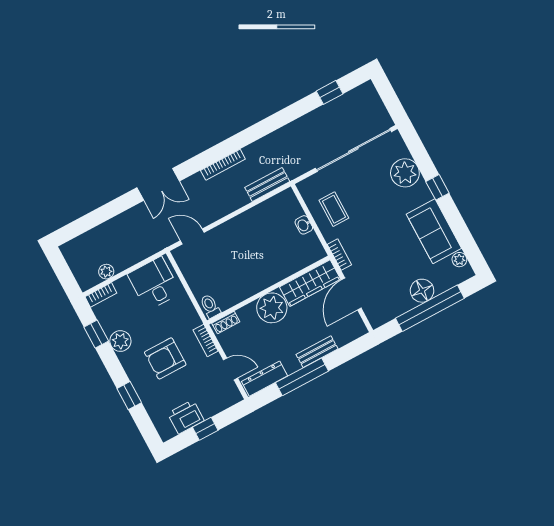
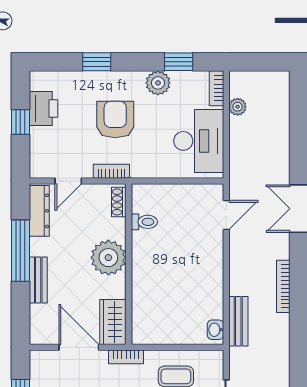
washbasin: (304, 225) -> (215, 330), moved, turned -90
wardrobe: (310, 283) -> (113, 322), width x0.67
desk: (154, 284) -> (199, 141), width x1.37
toilet: (210, 306) -> (144, 222), moved

